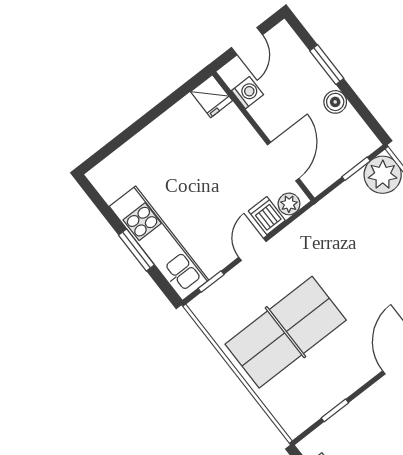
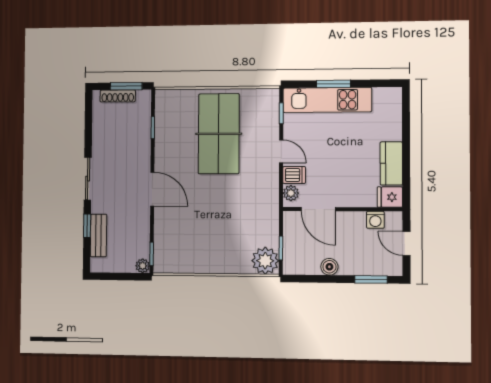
window: (327, 65) -> (371, 279), moved
kitchen counter: (175, 122) -> (391, 163), added

